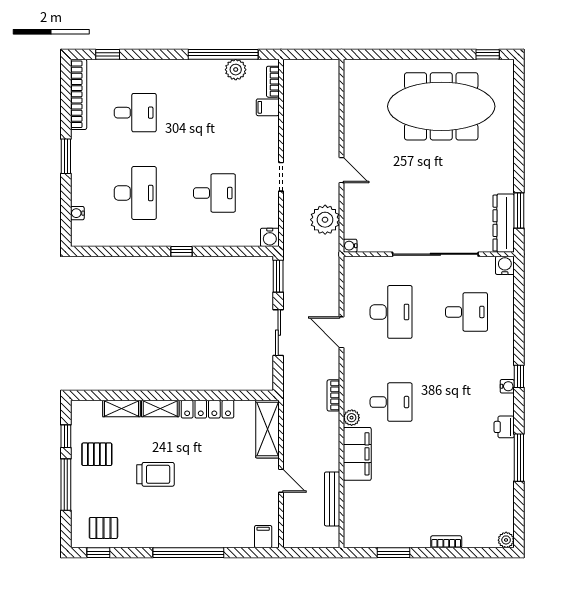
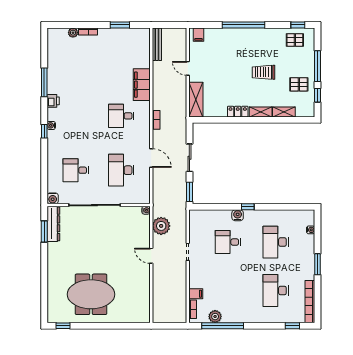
meeting table: (441, 106) -> (91, 294), width x0.73
desk: (135, 113) -> (276, 291), width x1.37
water cooler: (270, 237) -> (238, 215), moved
locker: (208, 409) -> (238, 112), width x0.66
plant: (352, 418) -> (145, 106), removed
bench: (332, 499) -> (157, 44), moved
plant: (506, 540) -> (73, 33), moved

